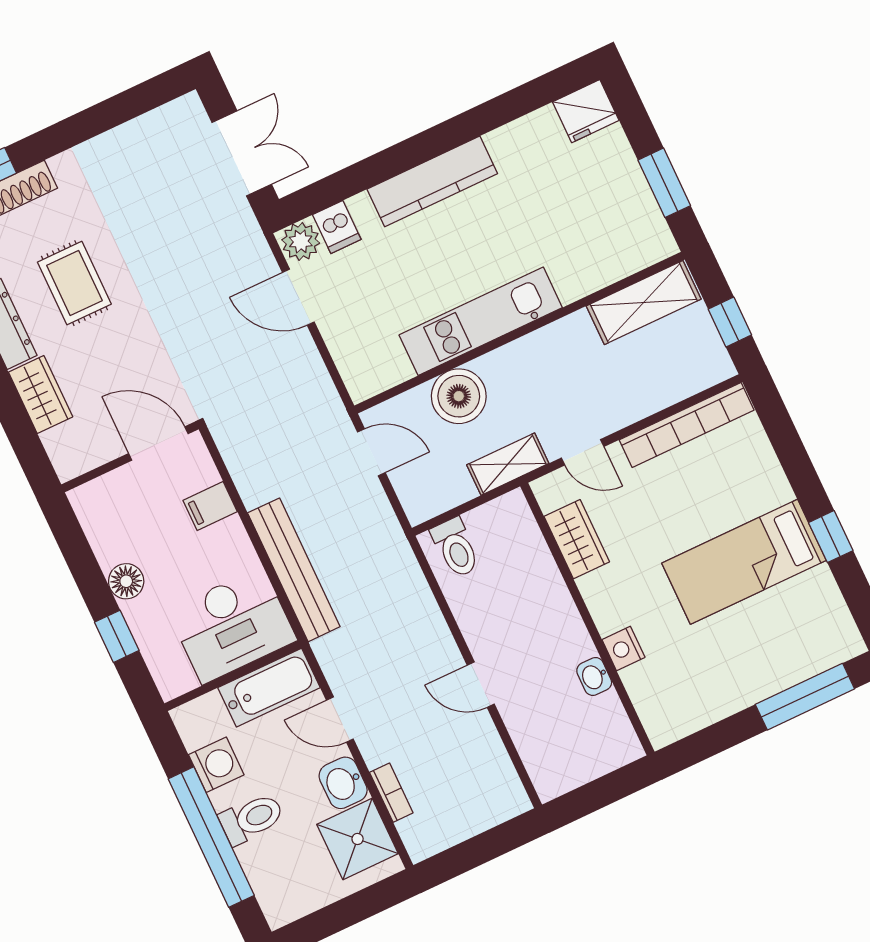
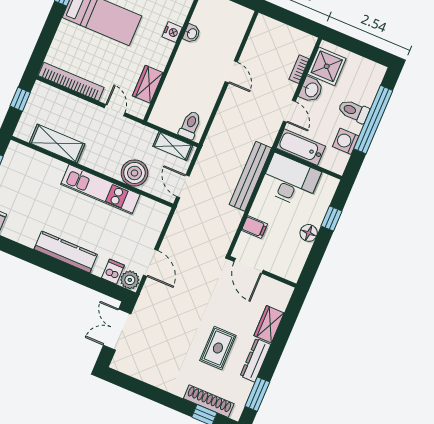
shelving: (644, 303) -> (57, 143), moved
shelving: (508, 464) -> (173, 146), moved

